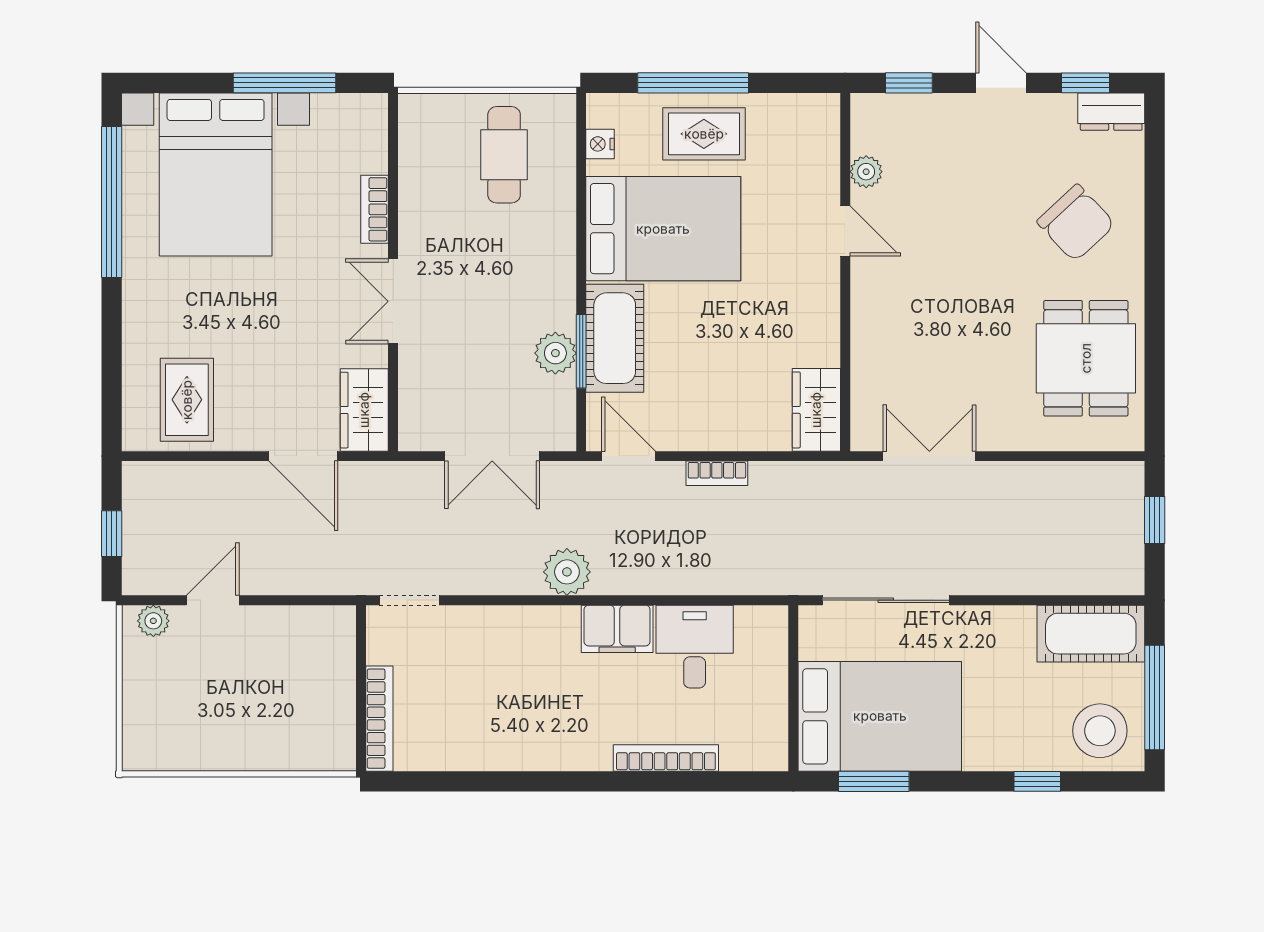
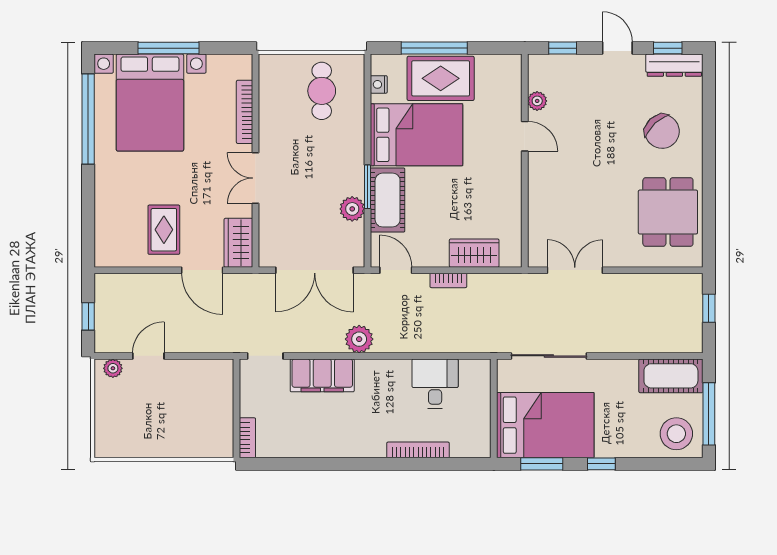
window: (284, 83) -> (168, 48), moved
dresser: (1111, 112) -> (674, 65), width x1.44
rug: (704, 134) -> (441, 78), width x1.36, depth x1.43
bookcase: (375, 209) -> (245, 112), width x1.56
window: (581, 351) -> (368, 187), moved
rug: (187, 400) -> (164, 230), moved
wardrobe: (816, 410) -> (474, 253), moved, turned 90
double door: (492, 456) -> (315, 270), width x1.37
filing cabinet: (617, 629) -> (322, 375), moved, width x1.50, depth x1.17
bookcase: (379, 719) -> (247, 438), width x0.64
window: (1037, 781) -> (601, 464), moved

